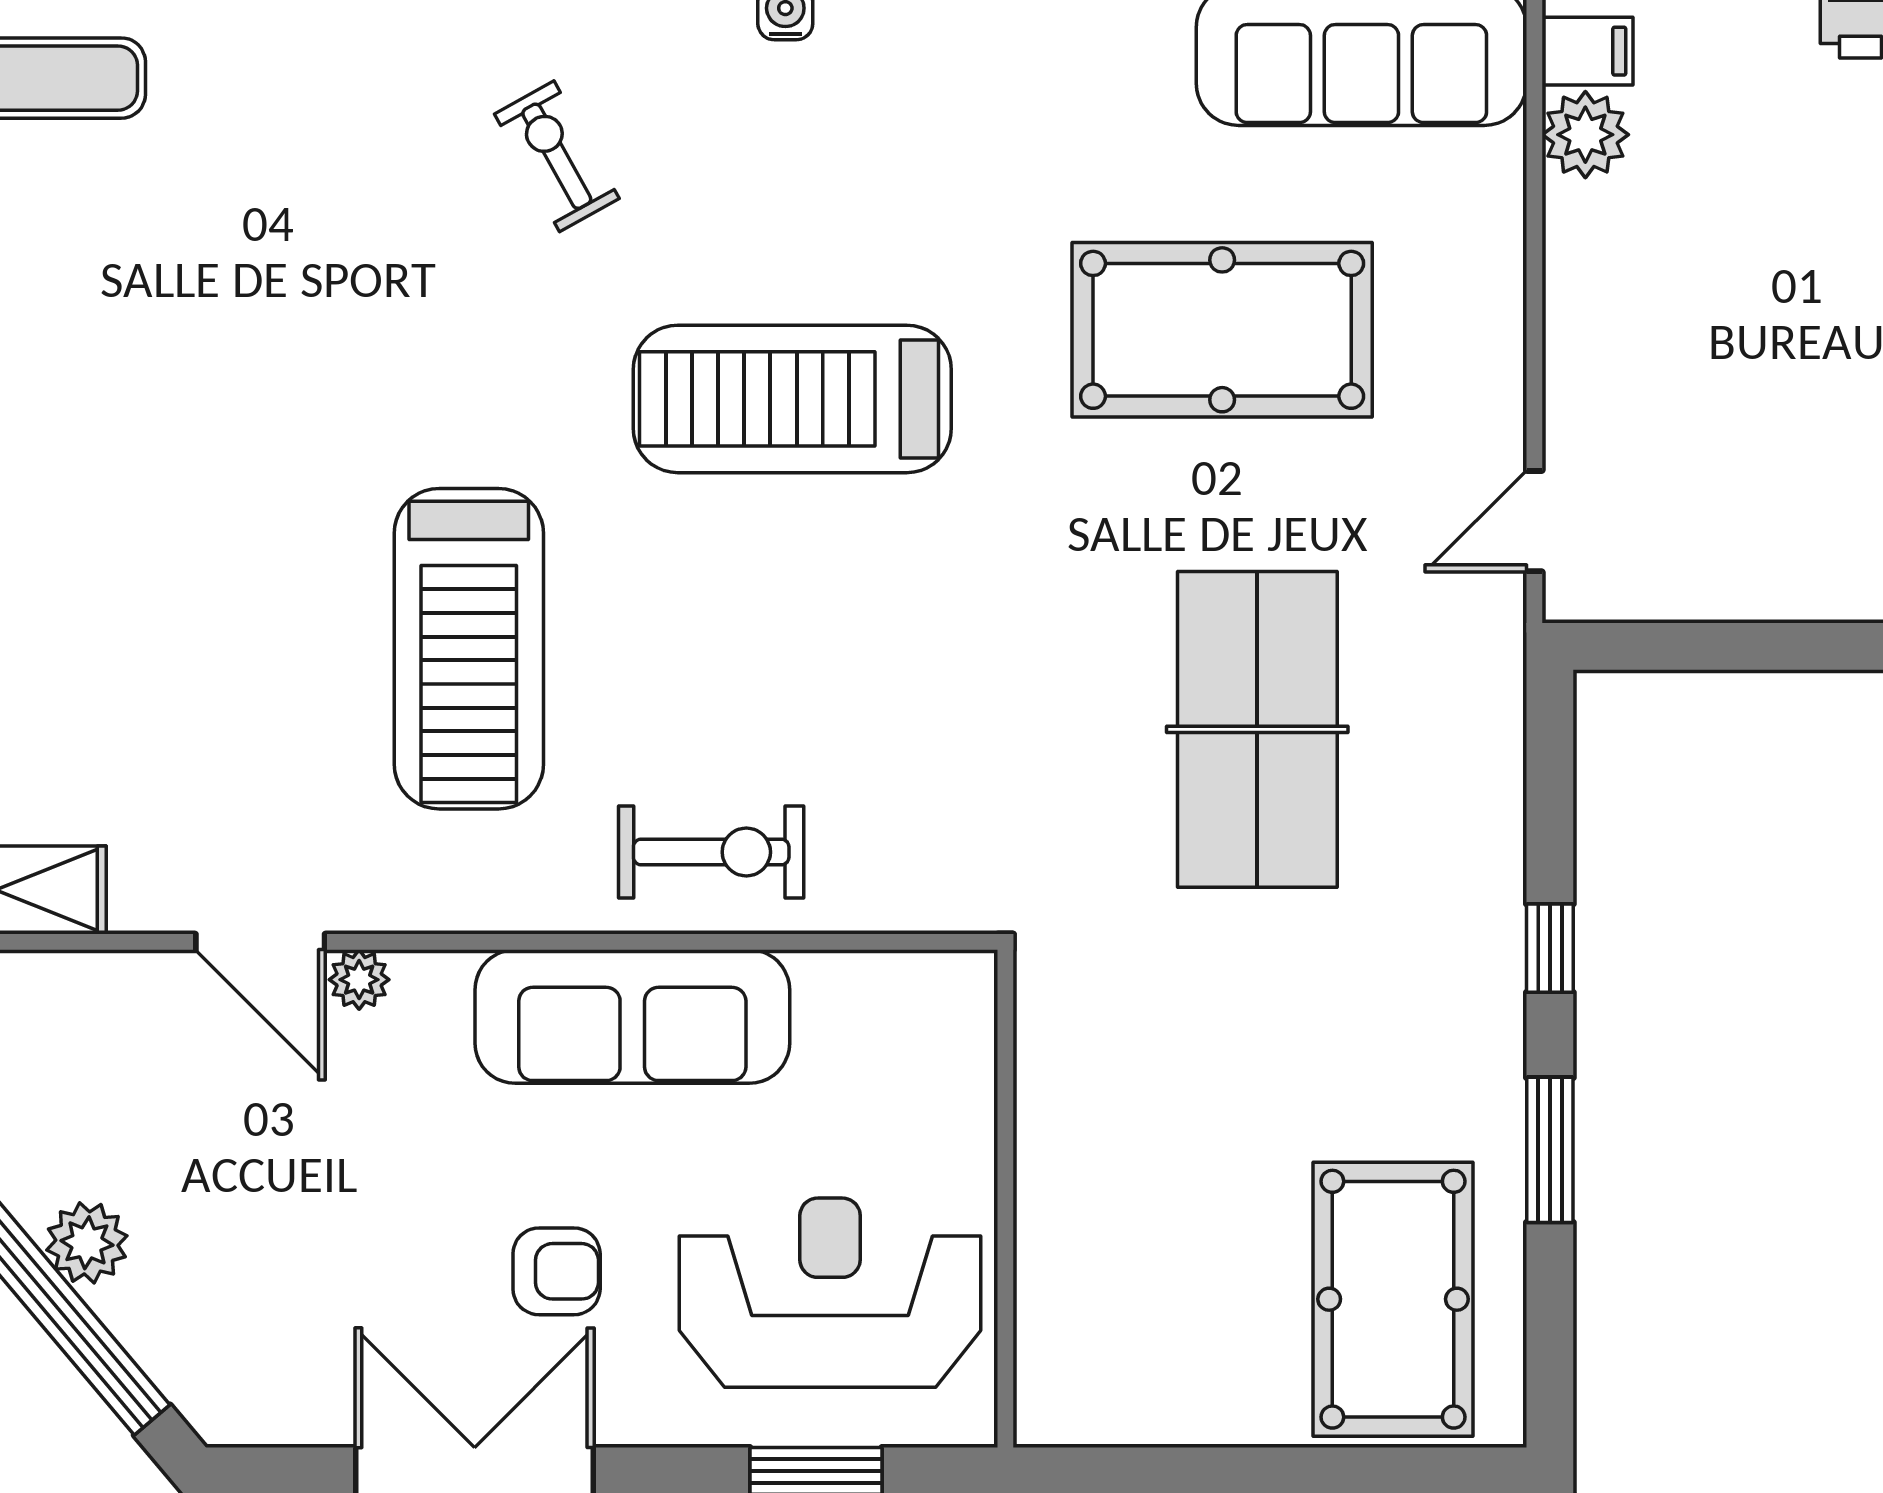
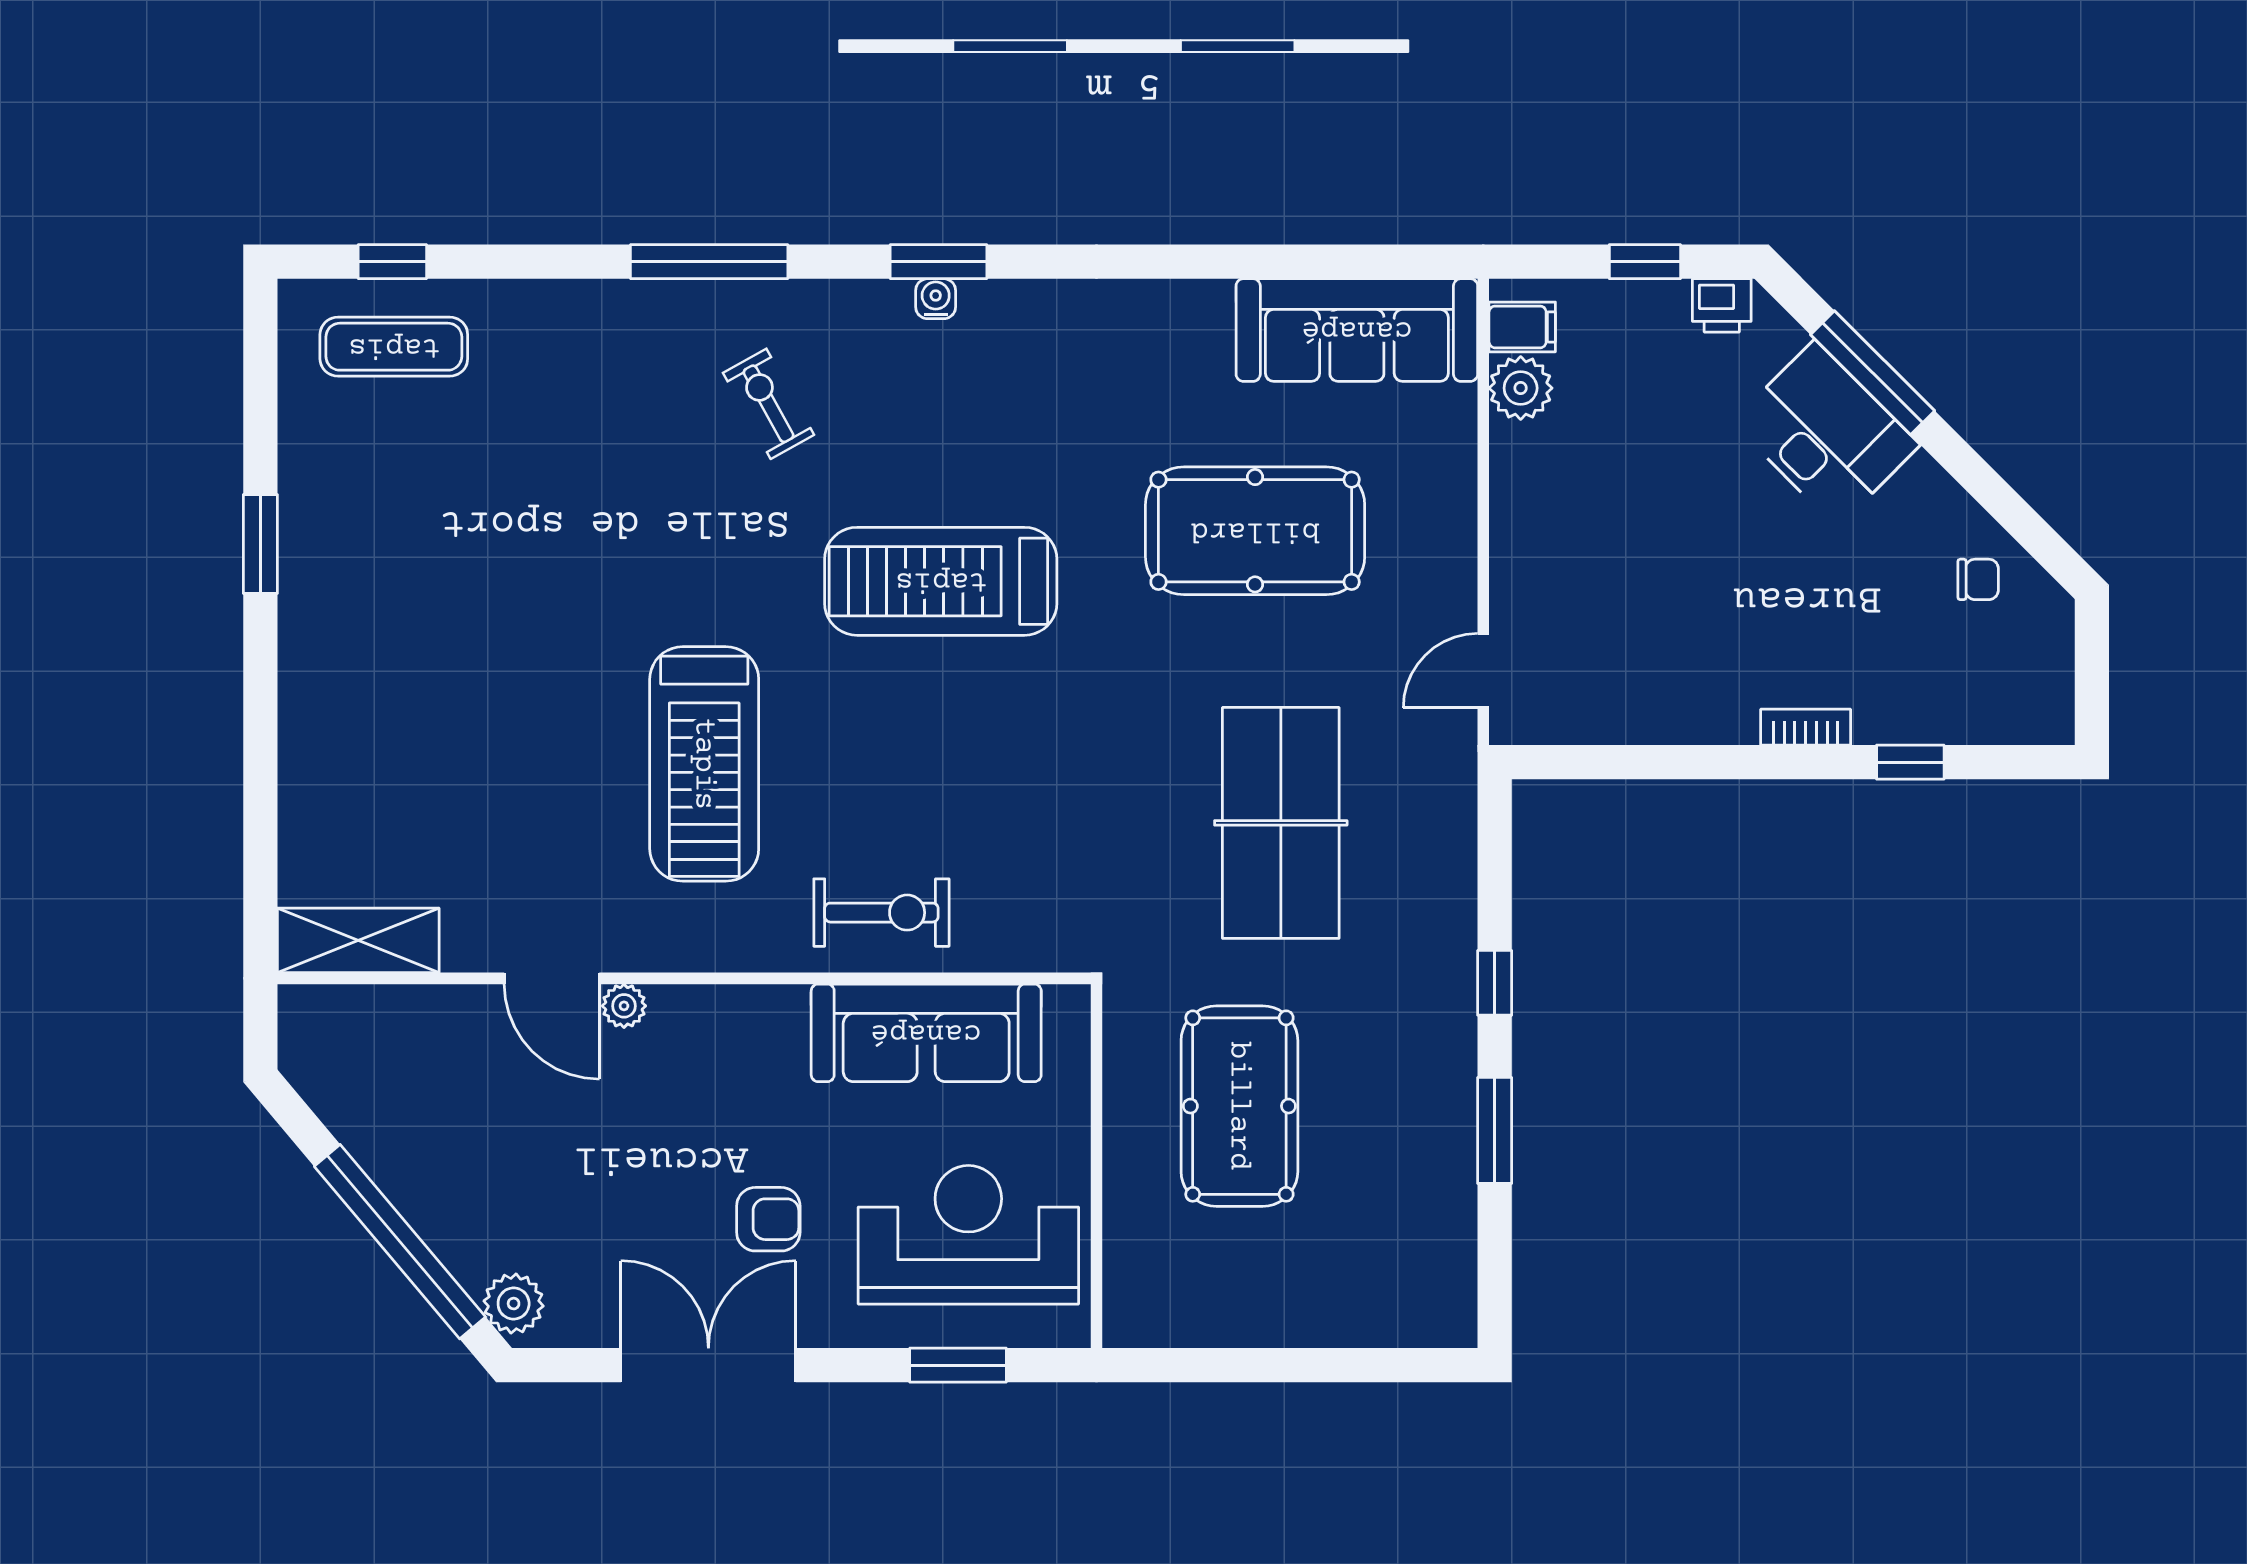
sofa: (632, 1017) -> (926, 1033), moved
plant: (87, 1243) -> (514, 1304), moved
pool table: (1393, 1299) -> (1239, 1106), moved

